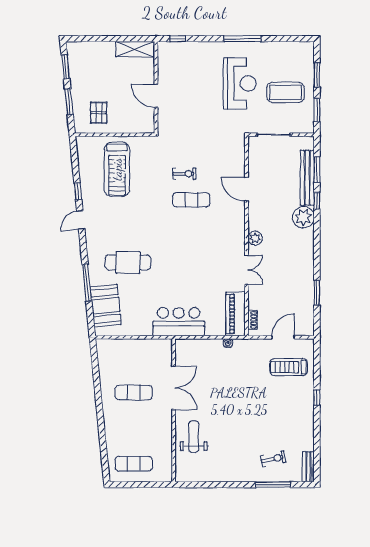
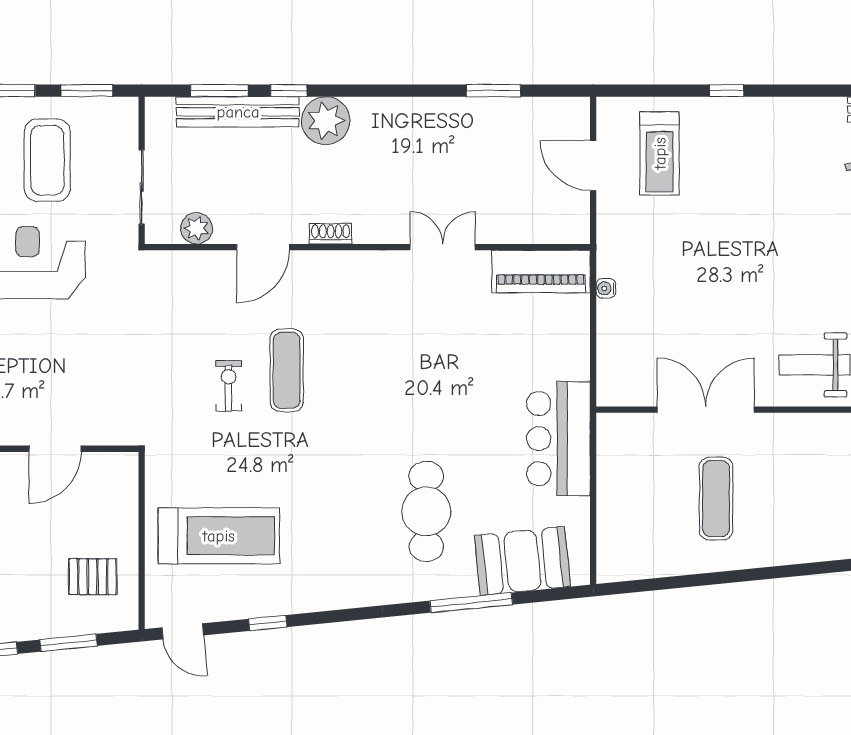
door: (81, 220) -> (183, 631), moved
plant: (255, 238) -> (197, 228), moved
shoe rack: (253, 320) -> (331, 234), moved
bar counter: (179, 322) -> (558, 439), moved

